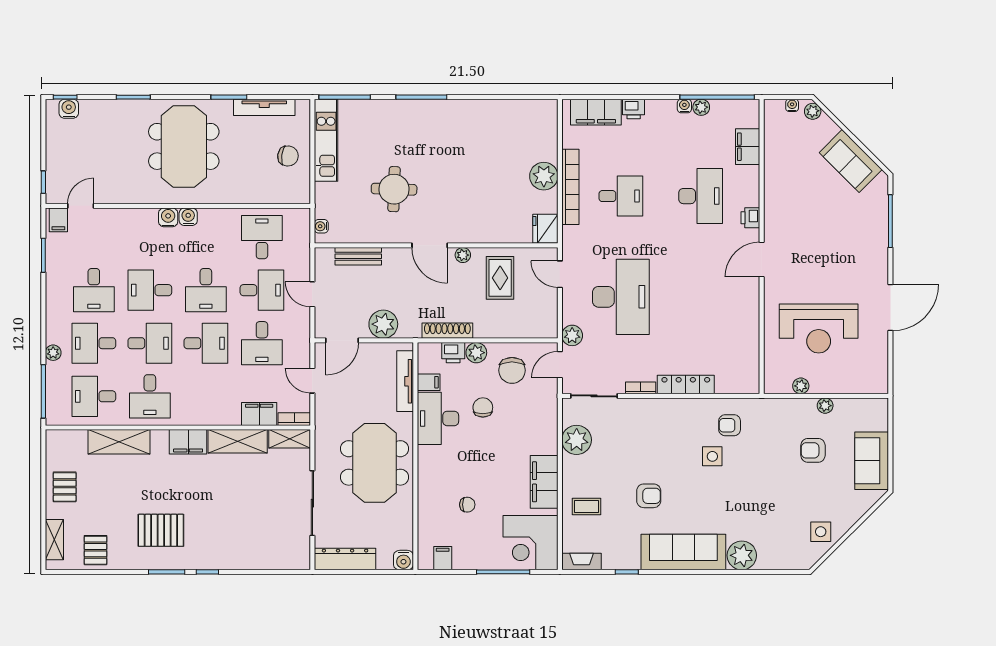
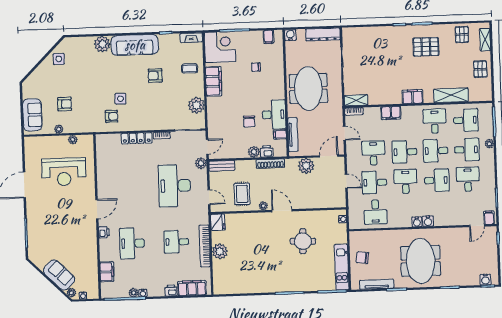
sofa: (851, 161) -> (59, 275), moved
bench: (358, 256) -> (222, 166), moved
reception desk: (819, 328) -> (64, 172), turned 180
chair: (512, 370) -> (234, 143), removed
filing cabinet: (259, 414) -> (391, 113), moved
shelving: (238, 441) -> (385, 98), removed
sofa: (872, 461) -> (32, 115), moved

